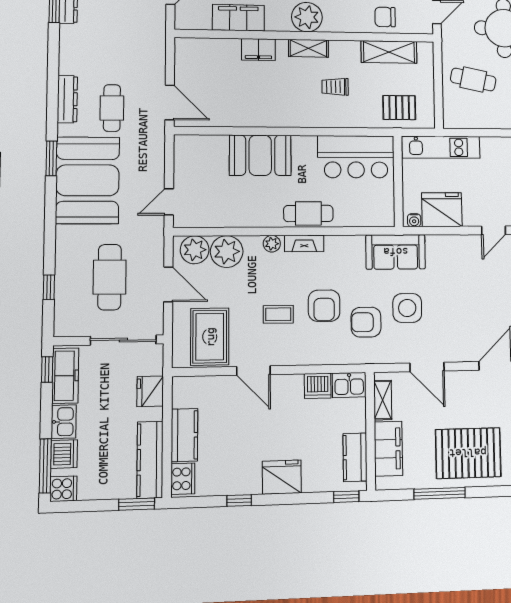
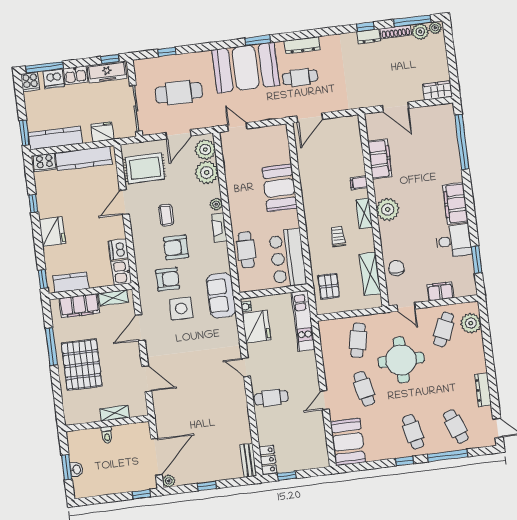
filing cabinet: (258, 50) -> (359, 183), width x0.50
cafe table: (308, 213) -> (246, 250), moved
armchair: (366, 322) -> (168, 279), turned 90
kitchen counter: (184, 435) -> (84, 158), width x1.50

